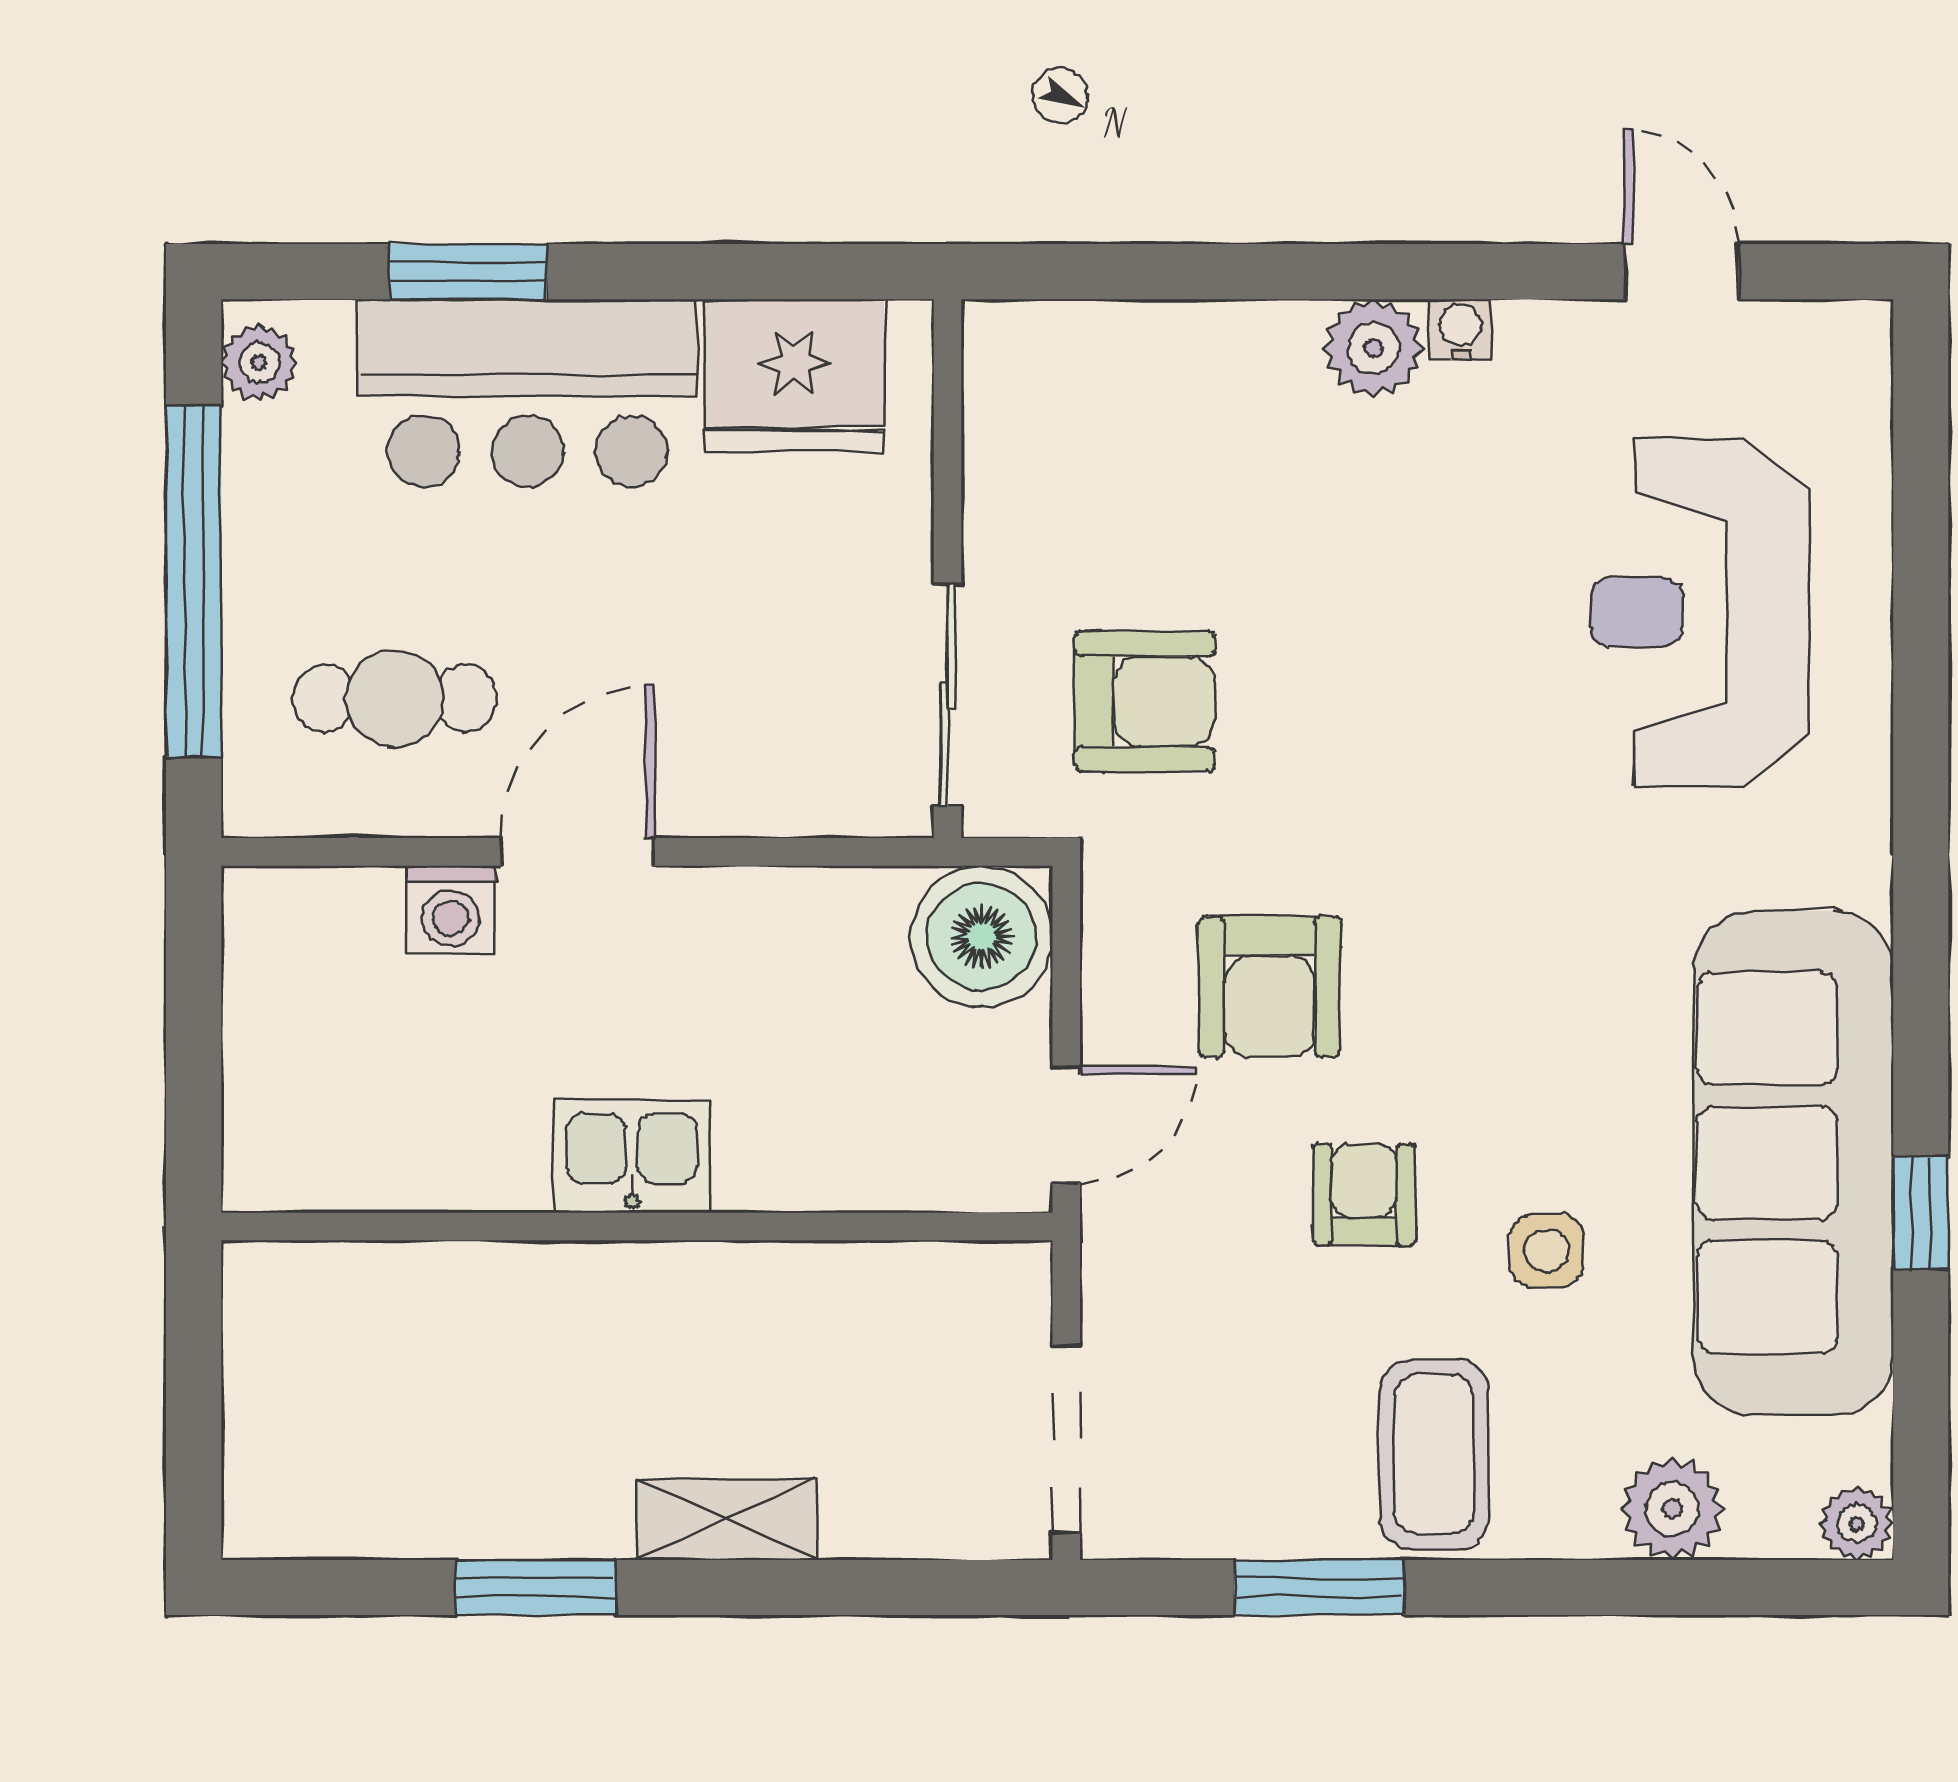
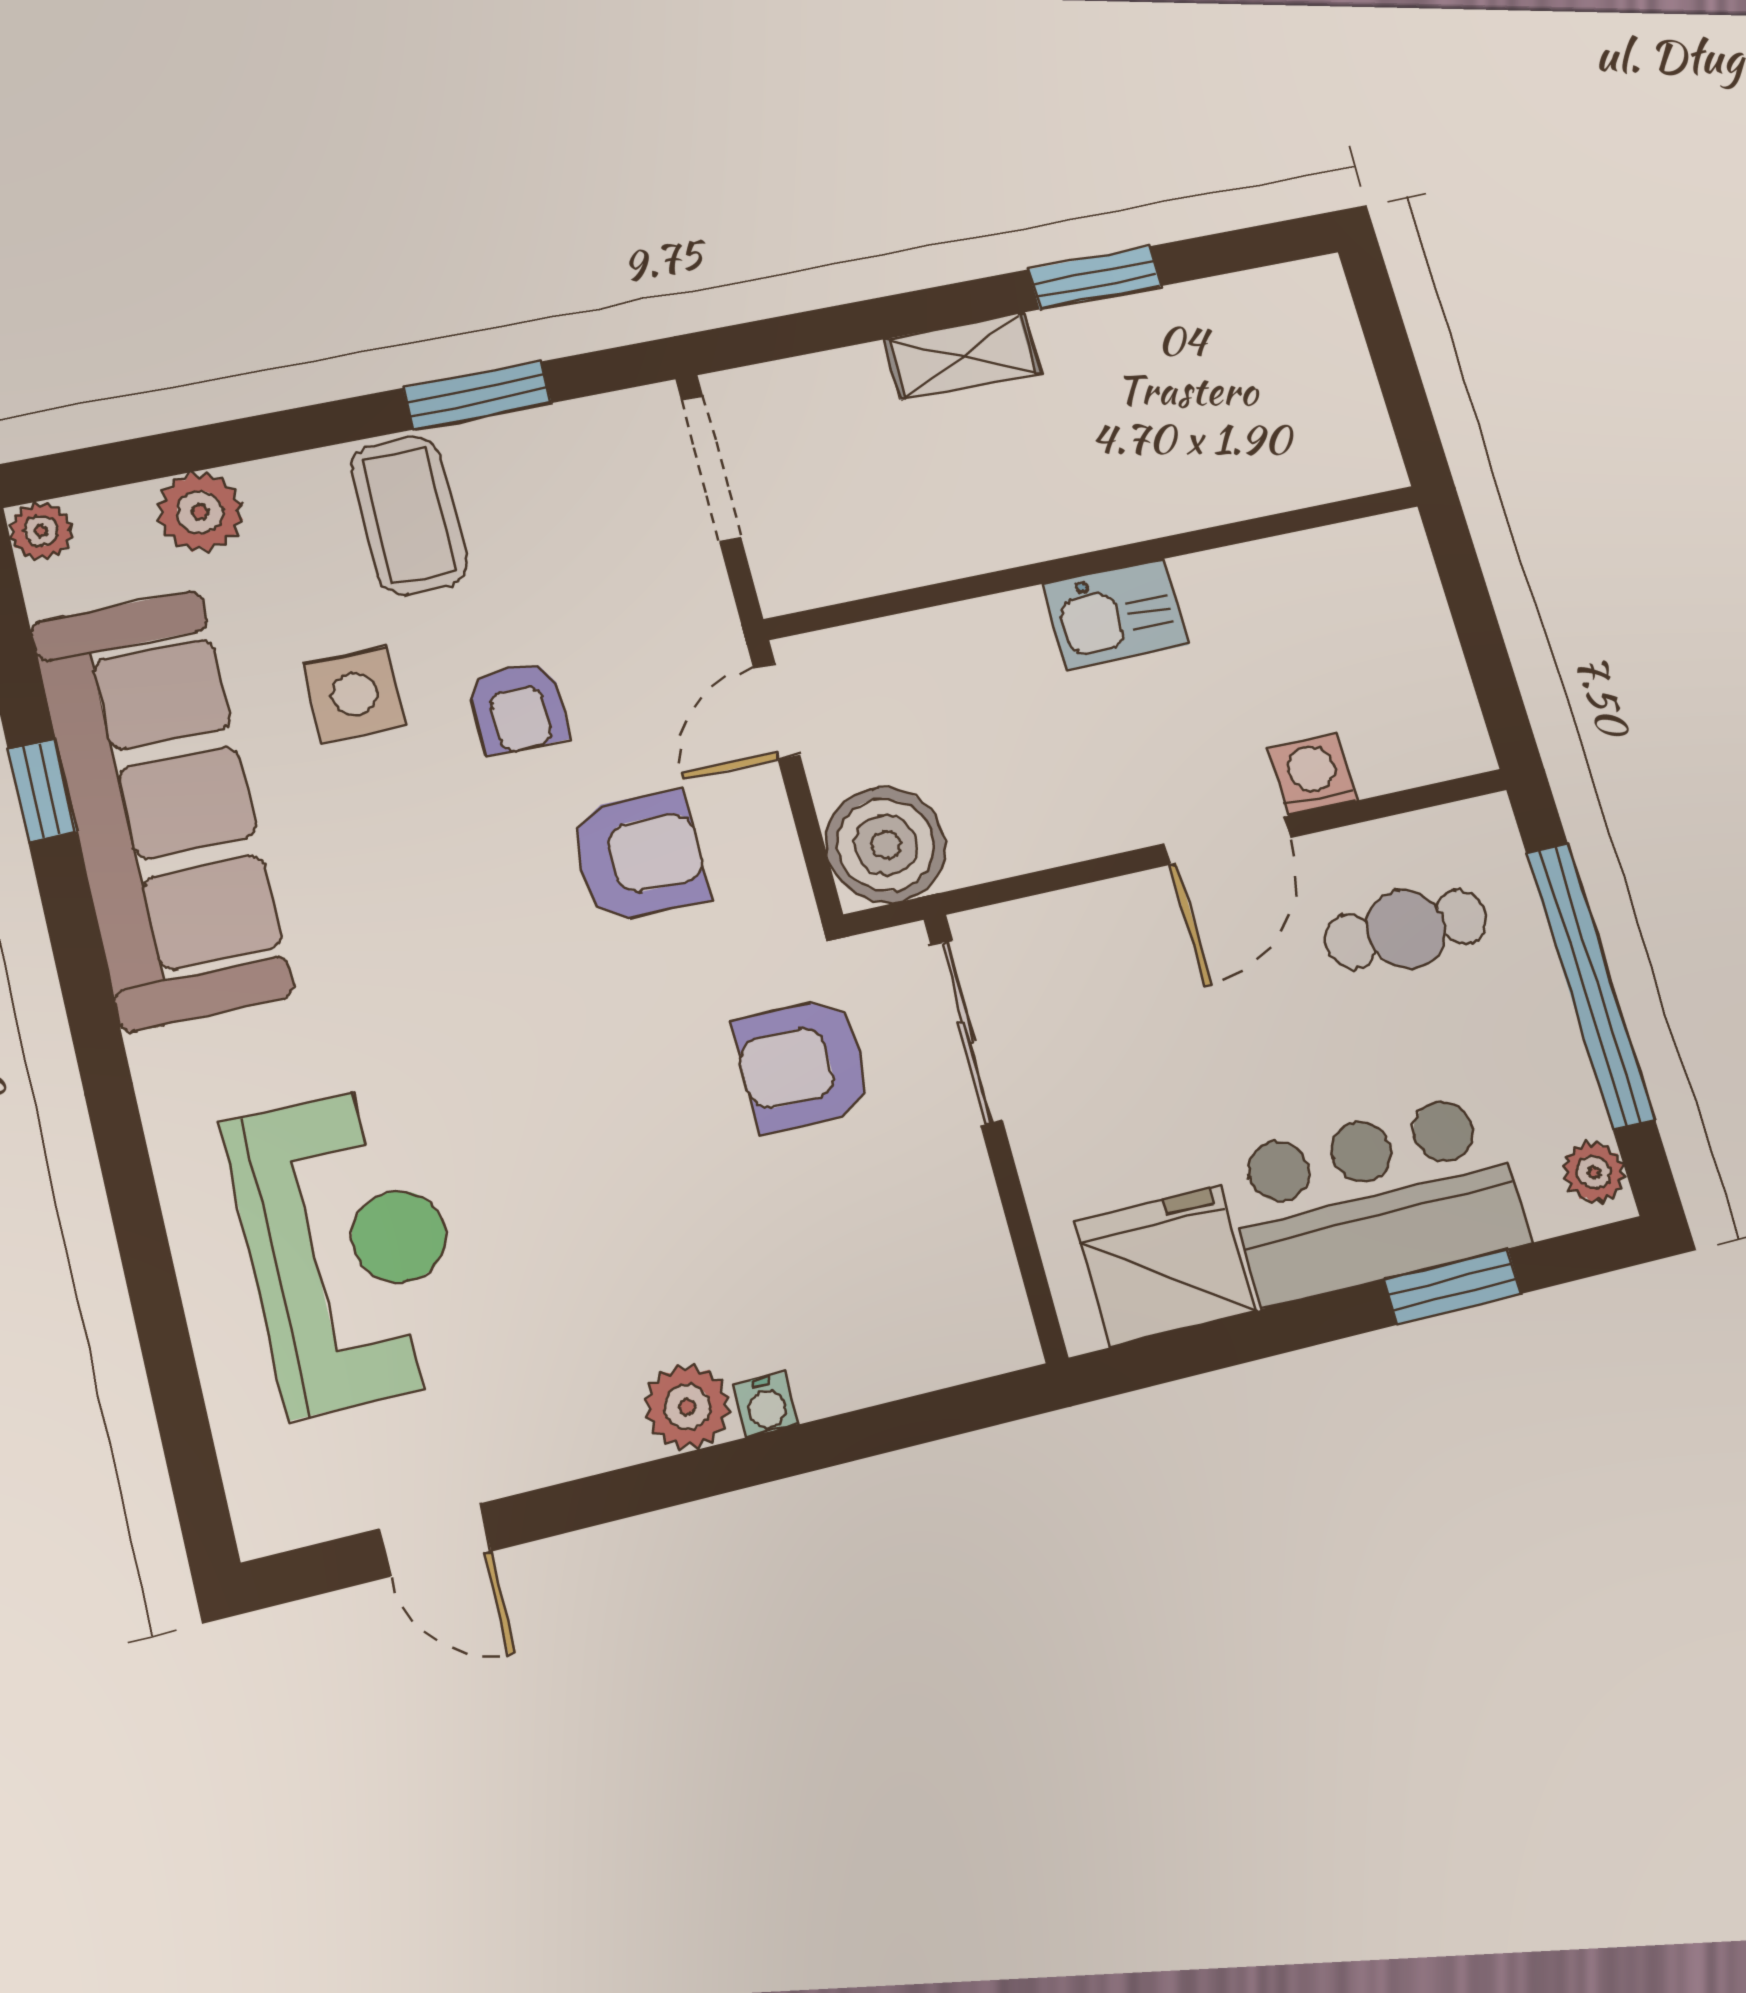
water cooler: (1461, 330) -> (766, 1405), moved
armchair: (1269, 987) -> (639, 856), turned 90
side table: (1547, 1250) -> (354, 694), width x1.37, depth x1.37

